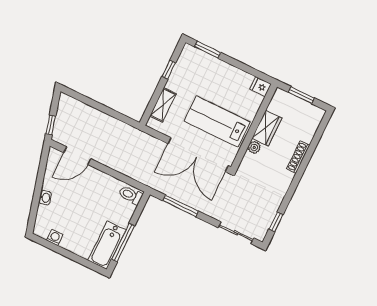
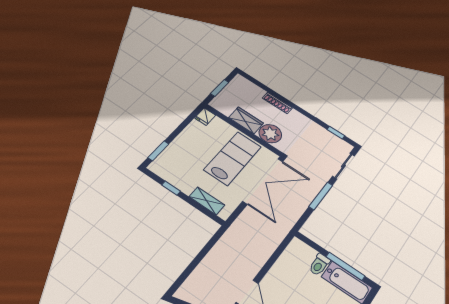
lab bench: (217, 122) -> (233, 158), turned 180
plant: (254, 147) -> (270, 134), width x1.87, depth x1.87
toilet: (131, 195) -> (319, 265), moved
window: (181, 206) -> (321, 196), moved

